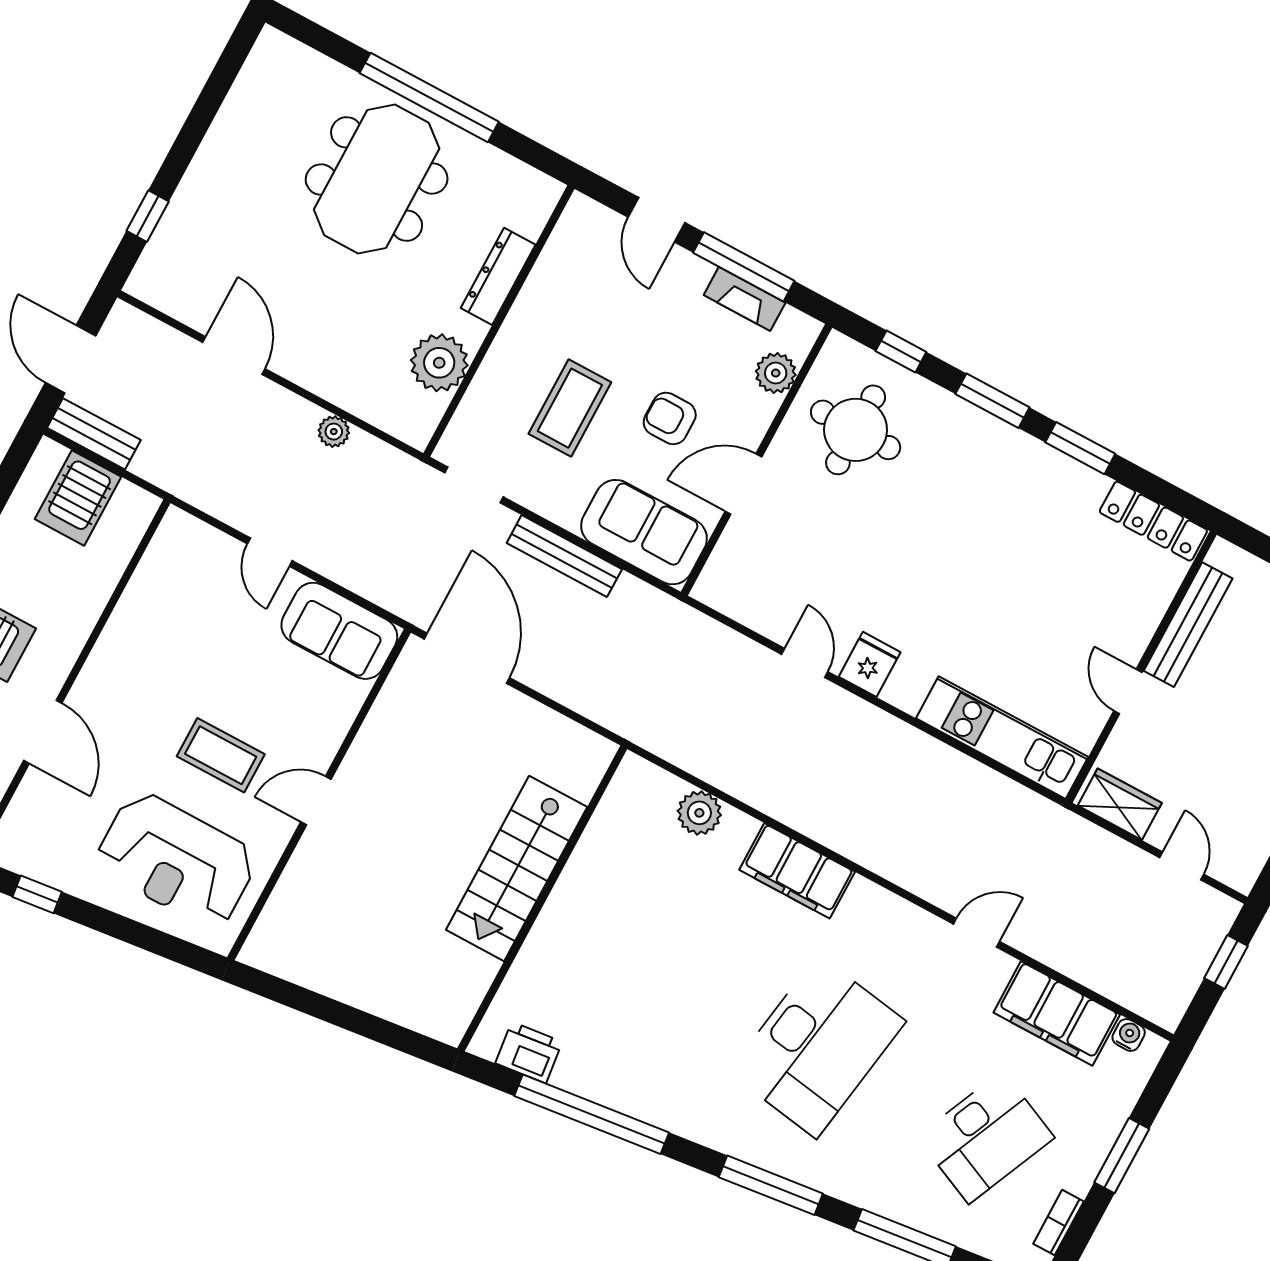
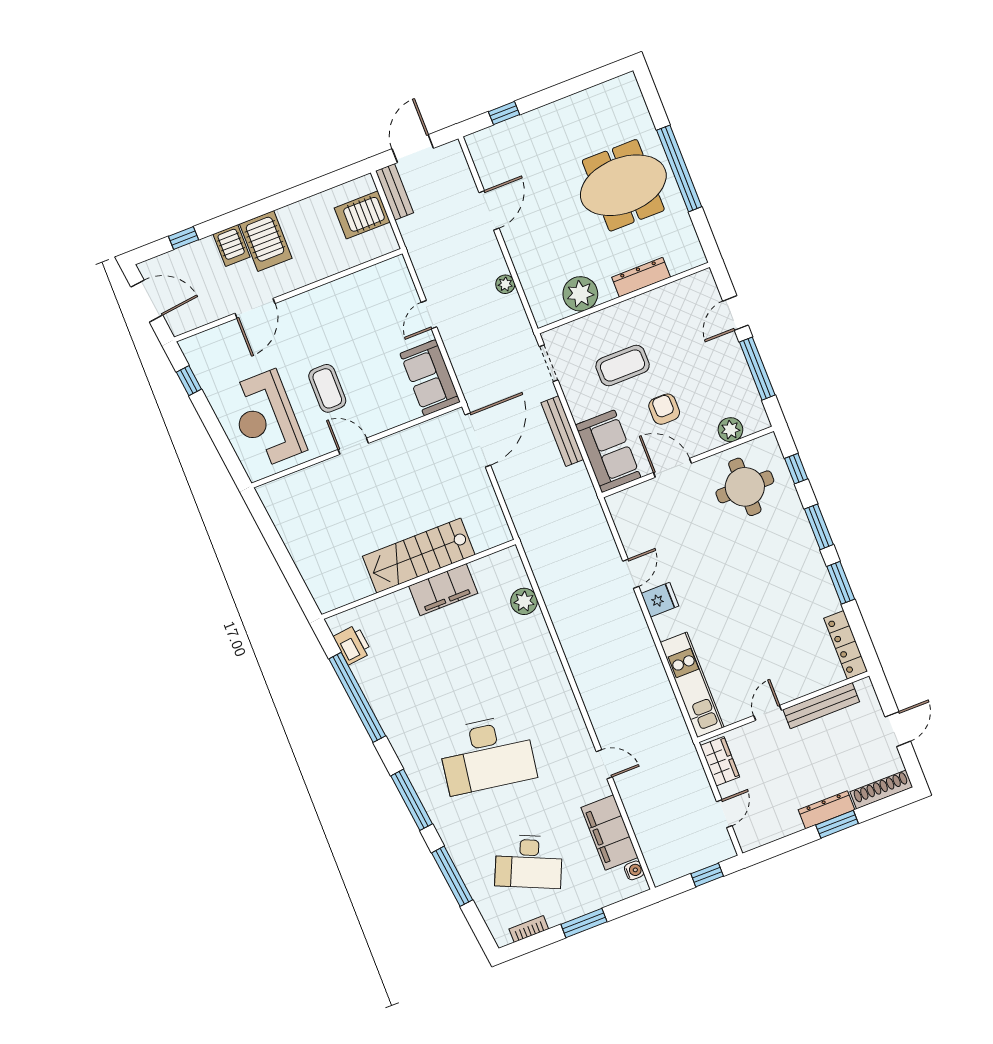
fireplace: (745, 299) -> (745, 384), removed
filing cabinet: (797, 871) -> (443, 590), moved, turned -90

